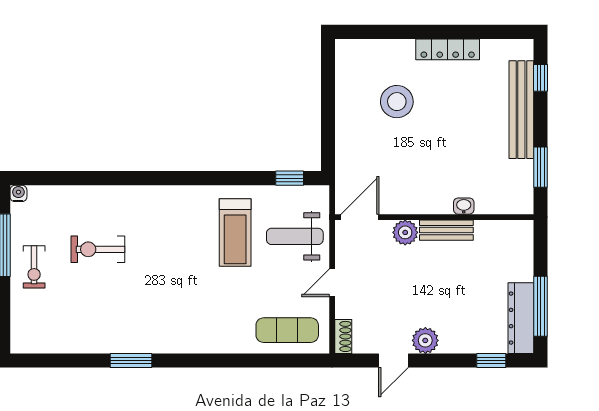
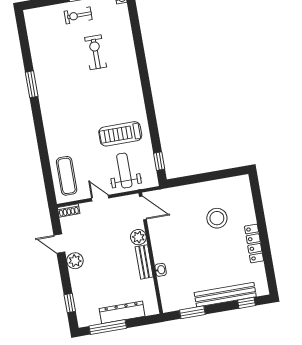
dresser: (521, 318) -> (122, 312), moved

